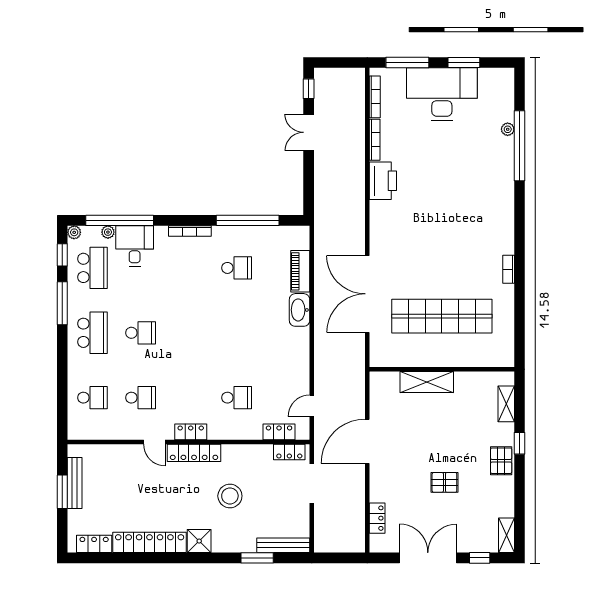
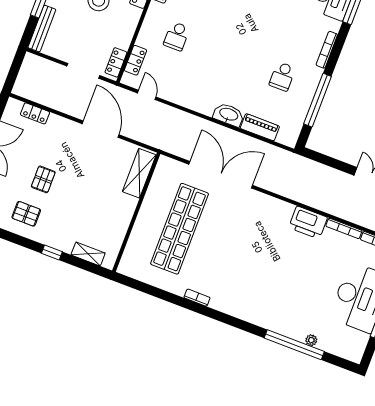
shelving: (427, 382) -> (139, 173), moved
pallet: (501, 461) -> (26, 214), moved

